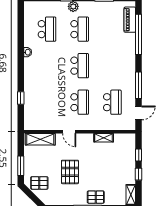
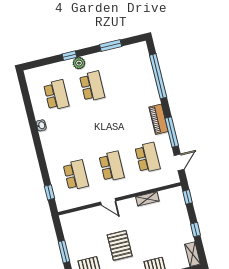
piano: (130, 20) -> (158, 119), moved
school desk: (80, 66) -> (76, 175), moved
window: (21, 98) -> (50, 192), moved
shelving: (40, 139) -> (78, 218), removed
window: (139, 155) -> (188, 197), moved

